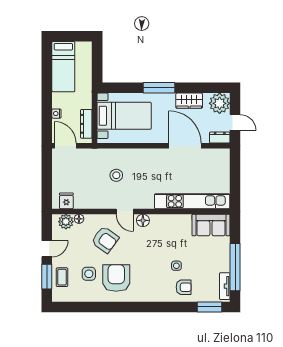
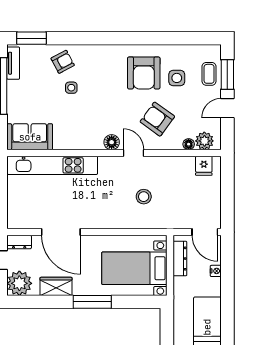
armchair: (184, 287) -> (63, 62), turned 152

